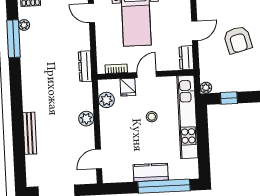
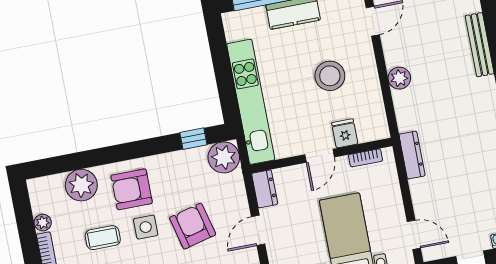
plant: (206, 88) -> (224, 157), width x1.88, depth x1.88
plant: (106, 100) -> (374, 110), removed
stool: (152, 117) -> (330, 76), moved, width x1.89, depth x1.89

